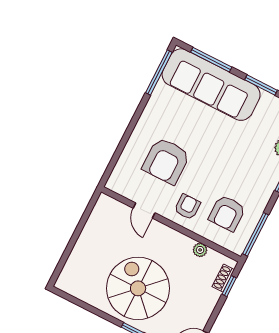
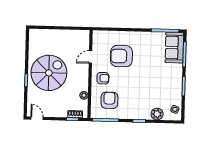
sofa: (211, 85) -> (174, 48), width x0.54, depth x0.79
armchair: (227, 213) -> (109, 100), turned 90

